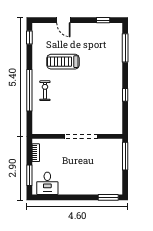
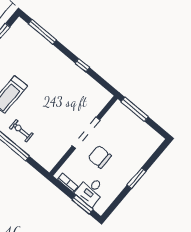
chair: (72, 160) -> (100, 157), added
desk: (47, 183) -> (91, 191), moved, turned 90
window: (108, 197) -> (136, 178), moved

